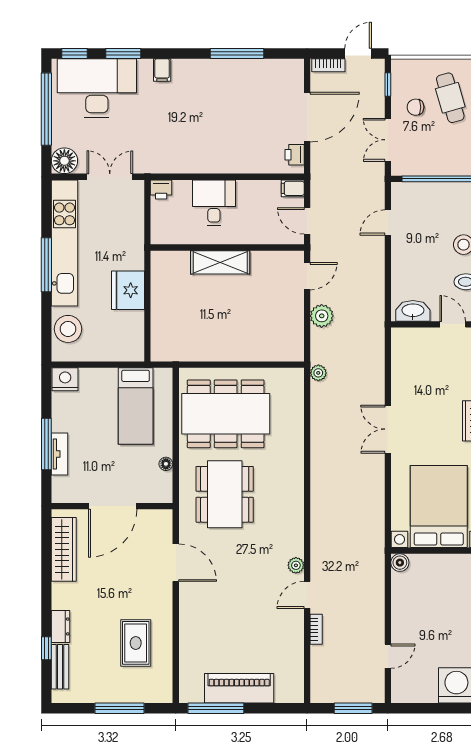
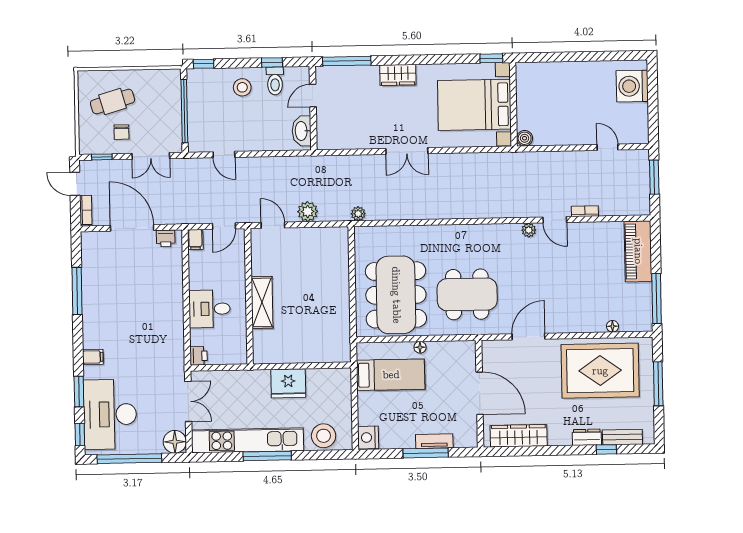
double door: (110, 177) -> (188, 401), swing flipped
floor lamp: (166, 464) -> (420, 347), moved
rug: (136, 643) -> (600, 371), width x1.86, depth x2.06
floor lamp: (185, 658) -> (613, 326), added
piano: (239, 688) -> (638, 251), moved

